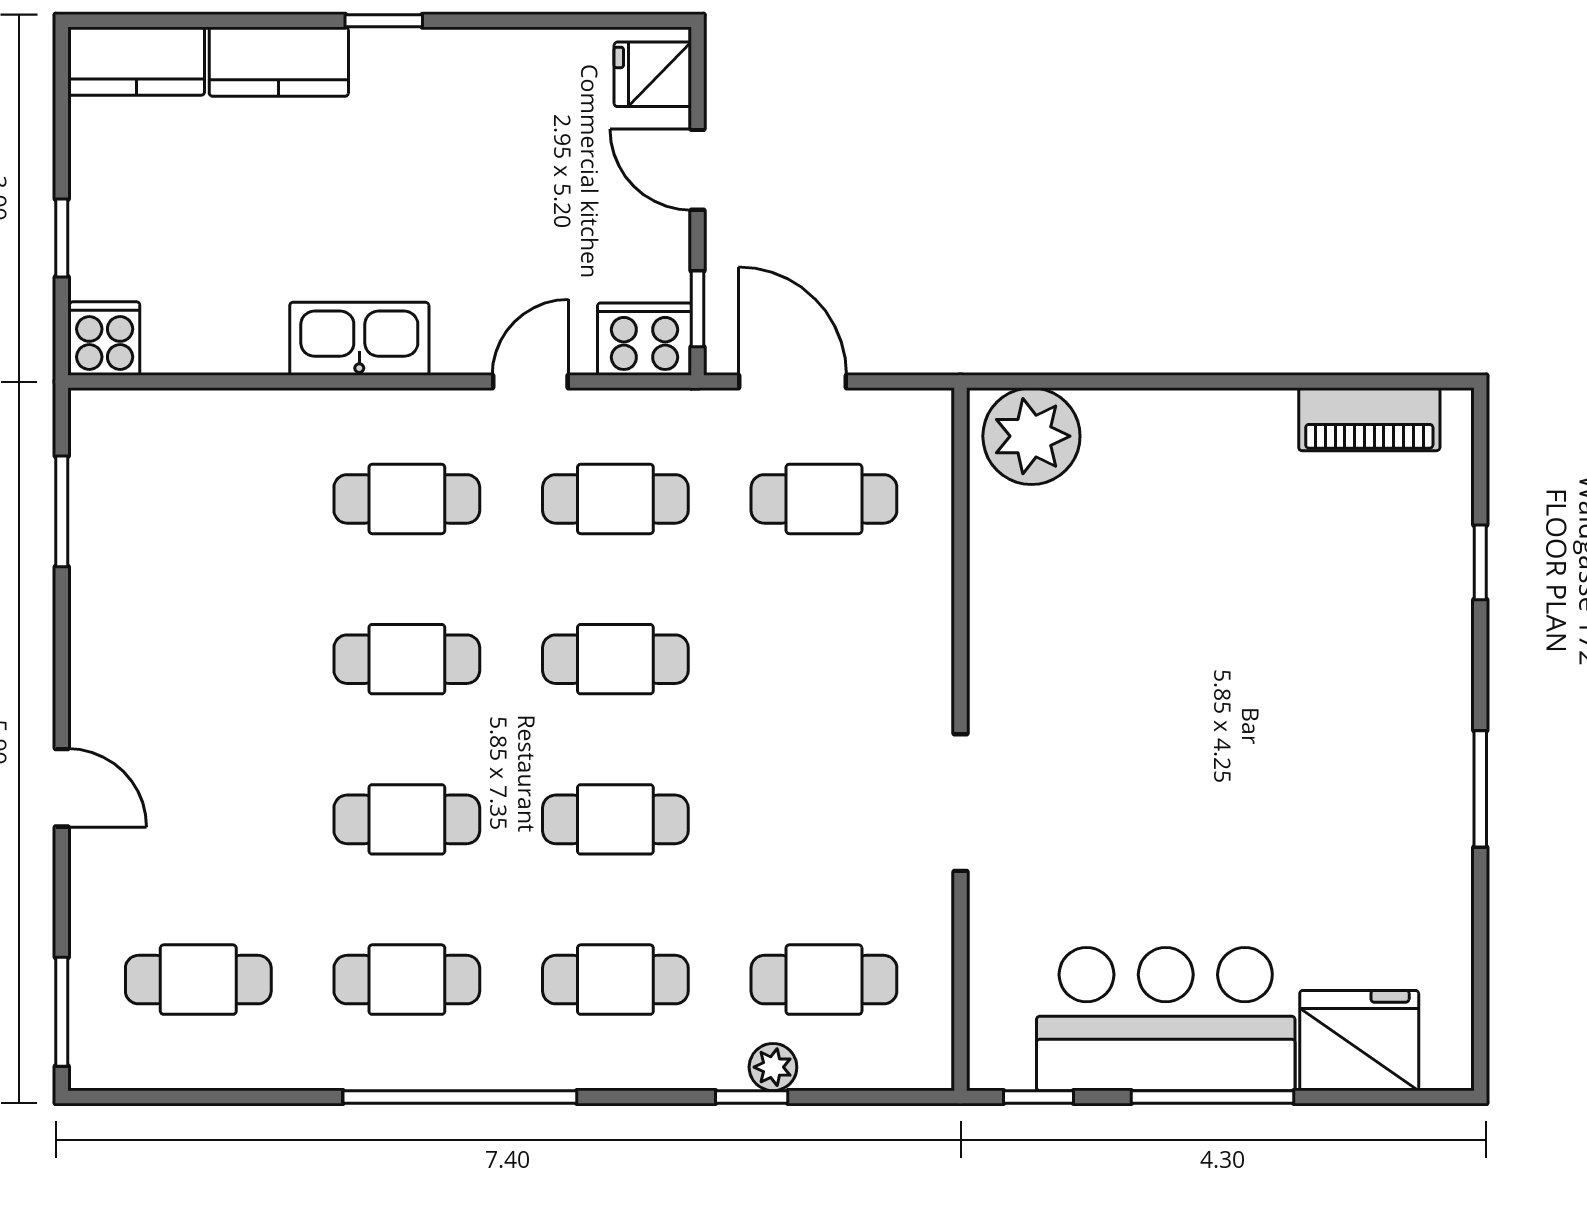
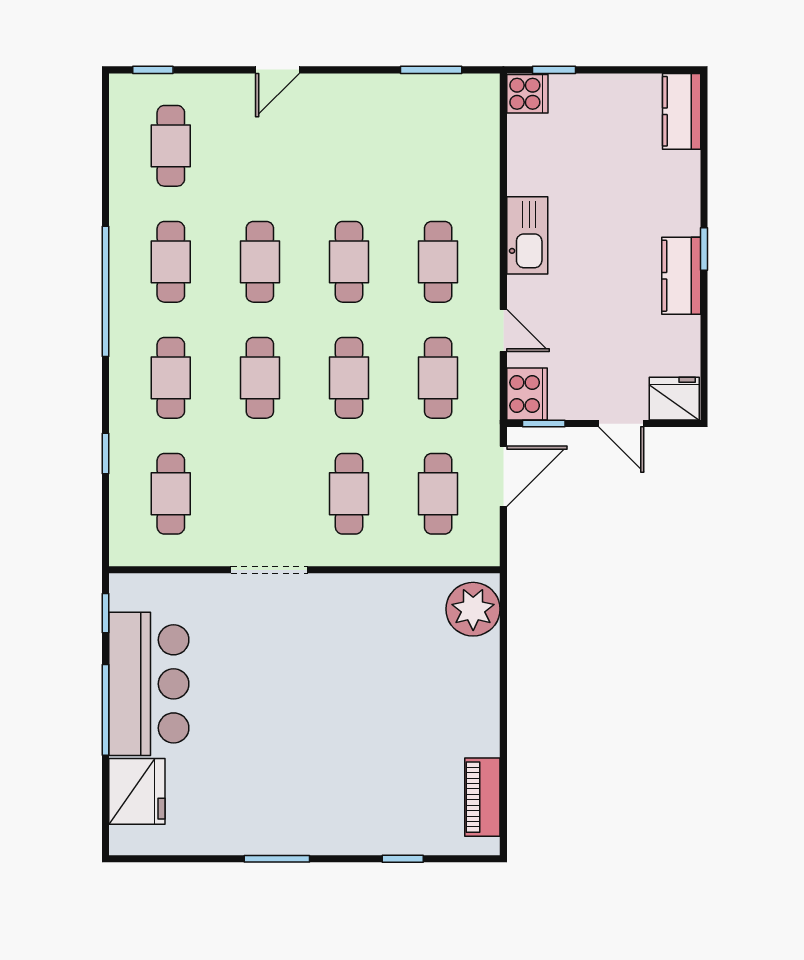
kitchen counter: (279, 62) -> (681, 276), moved
fridge: (653, 74) -> (674, 399), width x1.38
door: (698, 170) -> (621, 424), swing flipped
window: (62, 238) -> (554, 70), moved
cafe table: (824, 659) -> (349, 494), added
window: (62, 1012) -> (153, 70), width x0.67
plant: (773, 1067) -> (122, 465), removed

